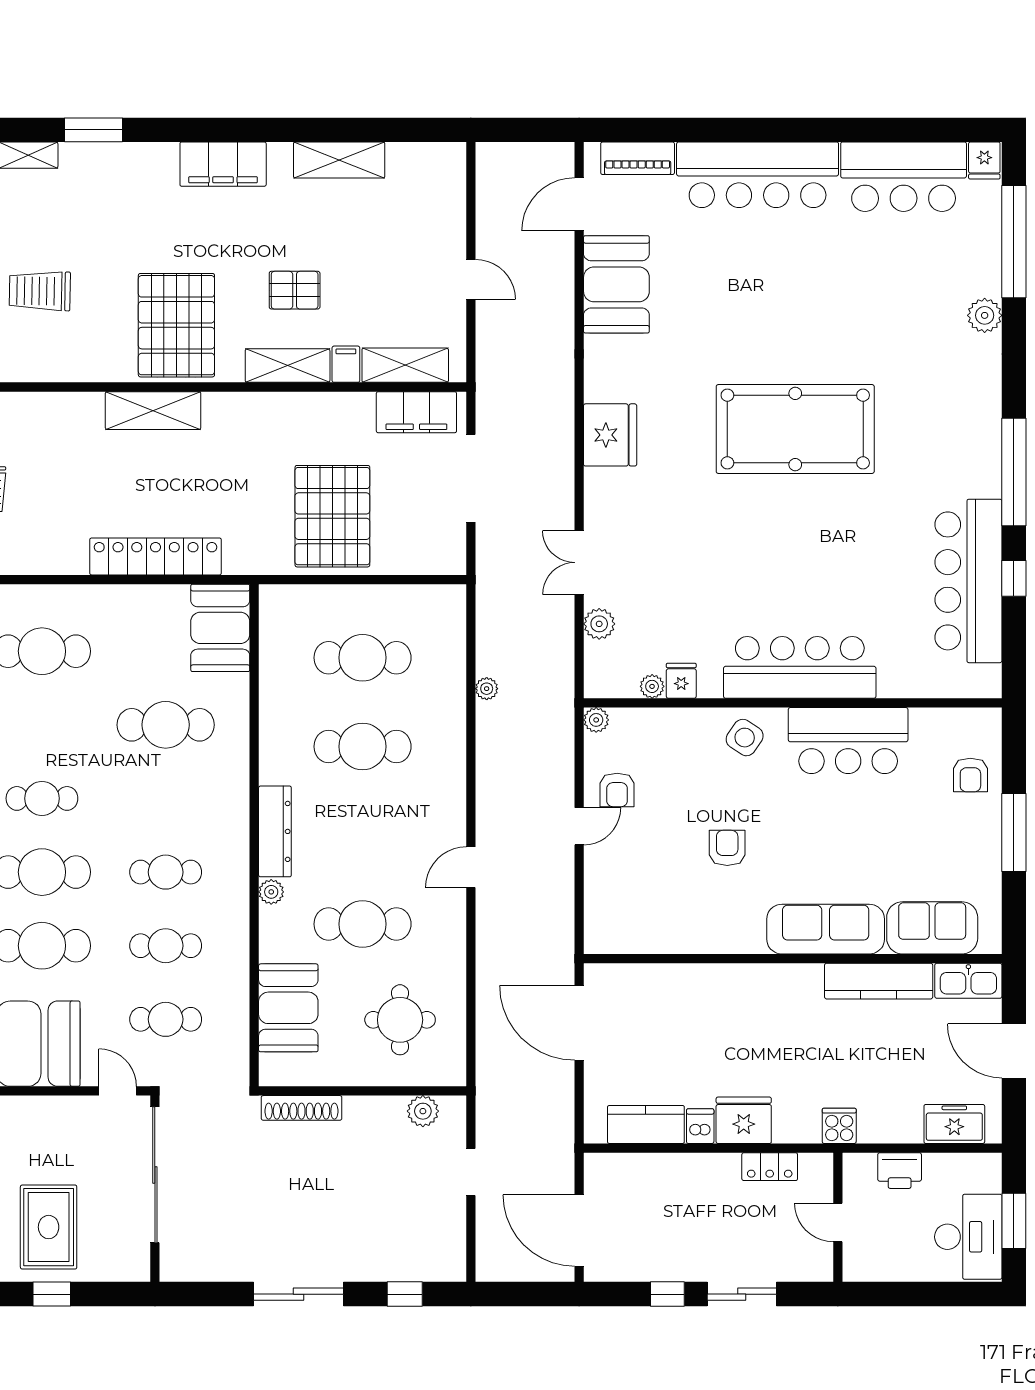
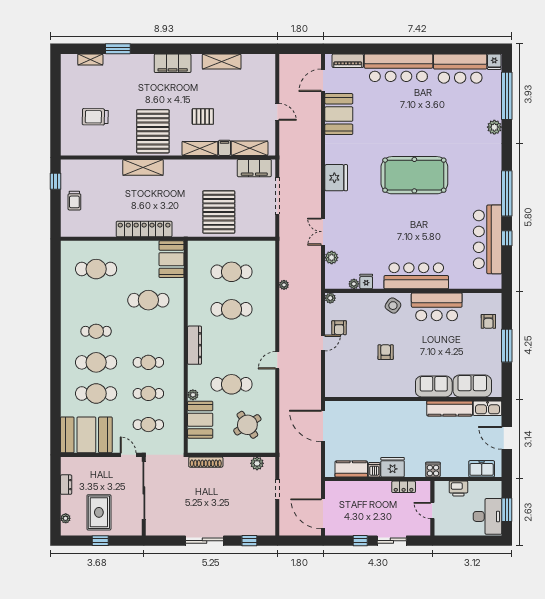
plant: (271, 892) -> (193, 395), moved
sofa: (826, 929) -> (434, 386), width x0.73
round table: (400, 1020) -> (247, 425), turned -33

